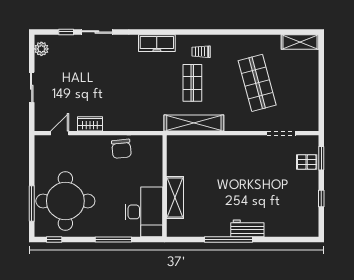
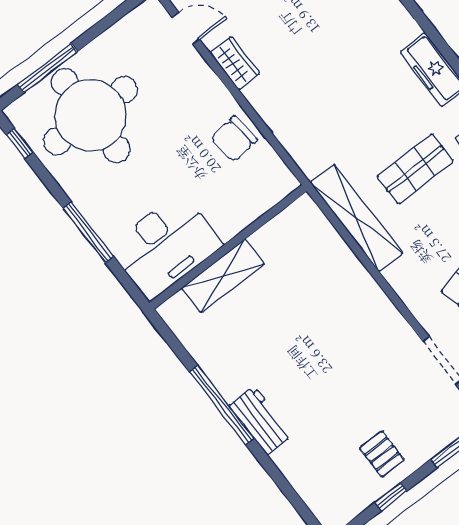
pallet: (307, 162) -> (382, 454), moved

